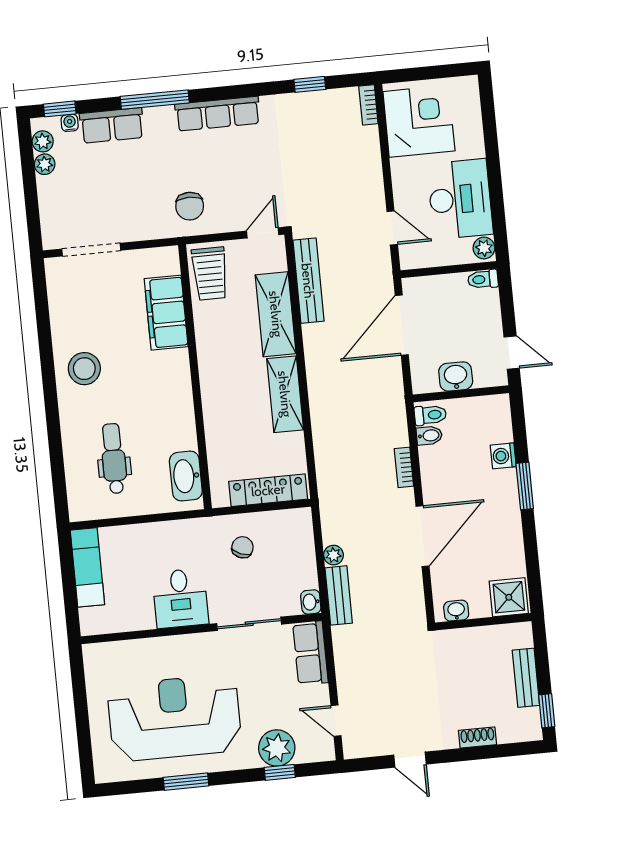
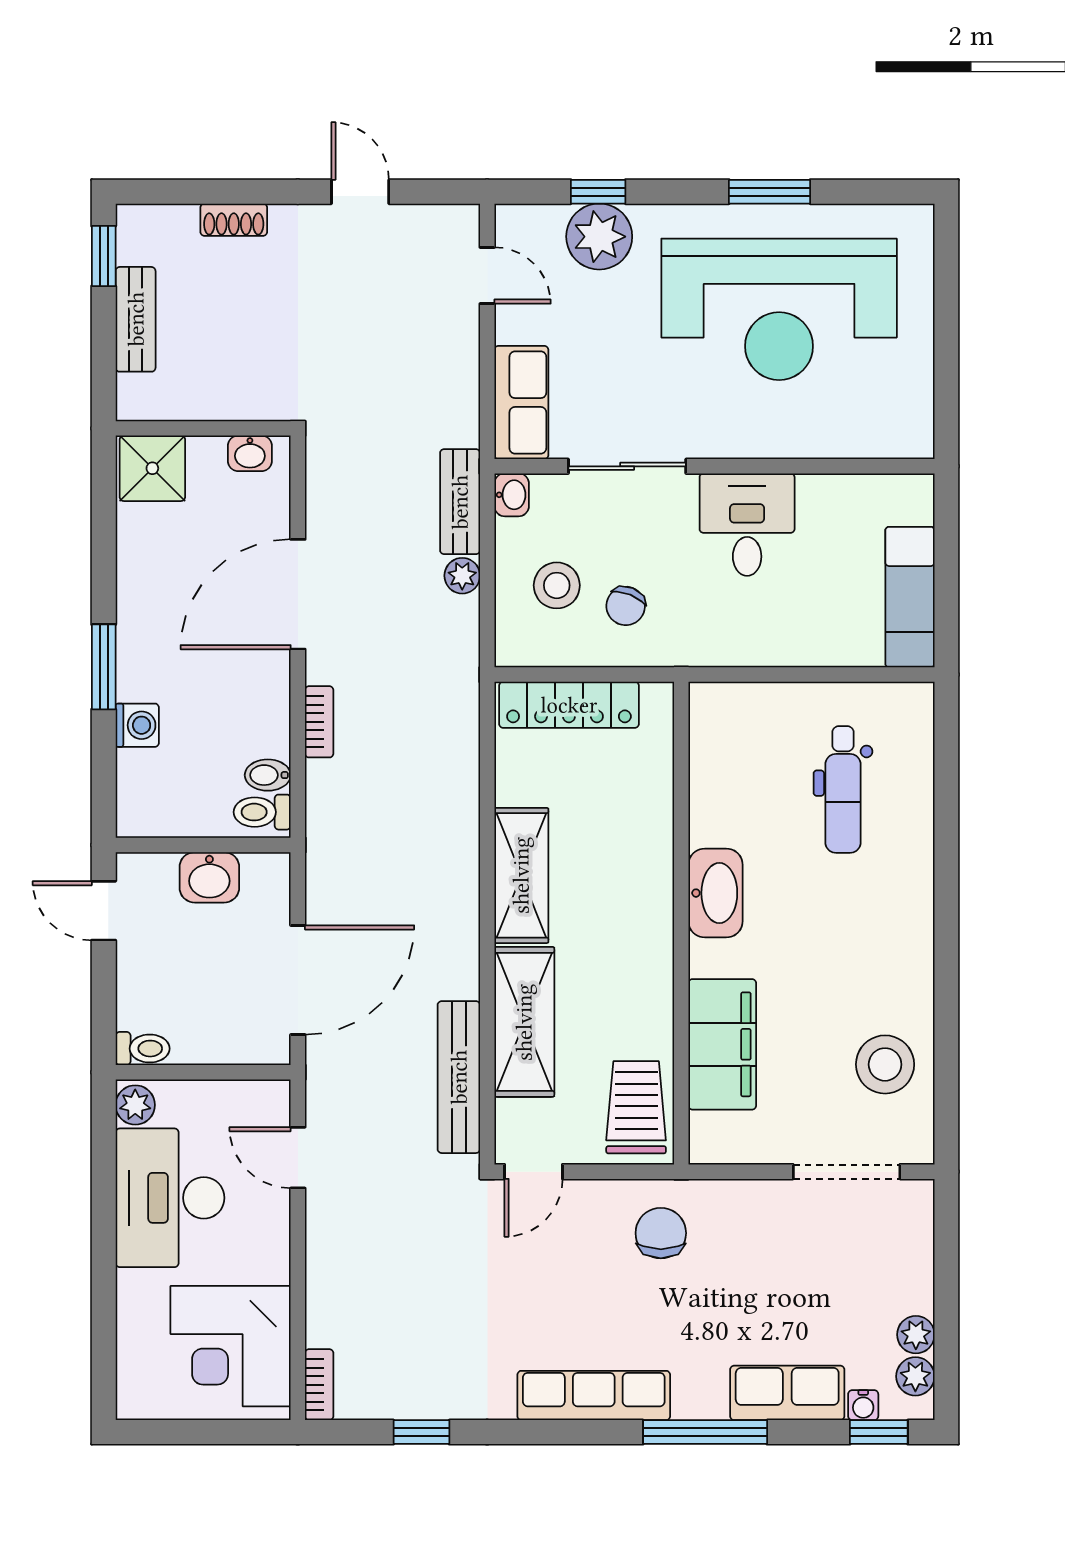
stool: (84, 369) -> (885, 1064), moved
washbasin: (186, 476) -> (716, 893), moved
stool: (281, 555) -> (557, 585), added

